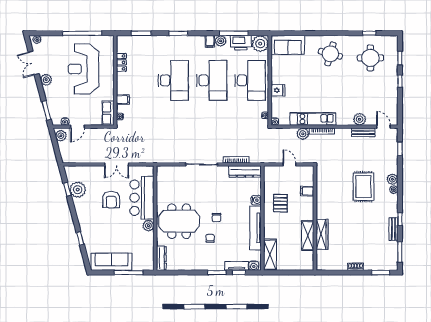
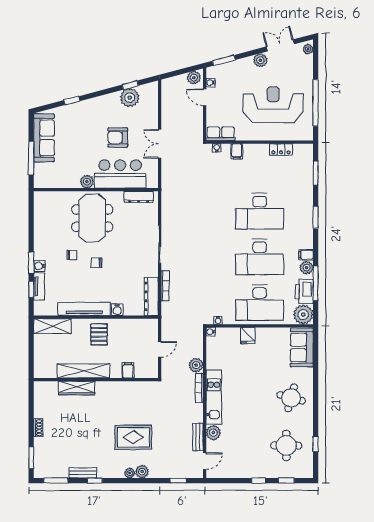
kitchen unit: (313, 119) -> (214, 397), moved
pallet: (280, 203) -> (99, 334), moved, turned 90
shelving: (308, 236) -> (83, 371), width x1.47
dresser: (161, 258) -> (139, 197), moved
water cooler: (254, 266) -> (39, 266), moved

